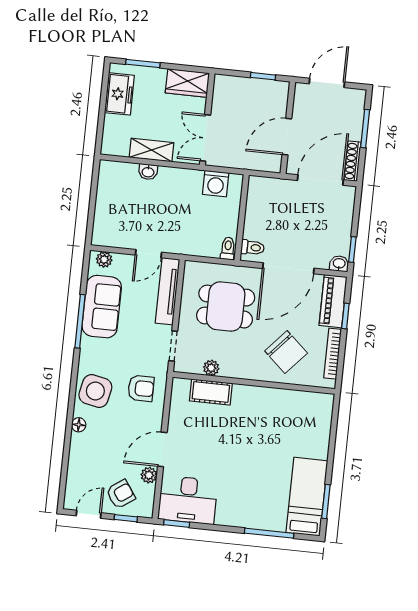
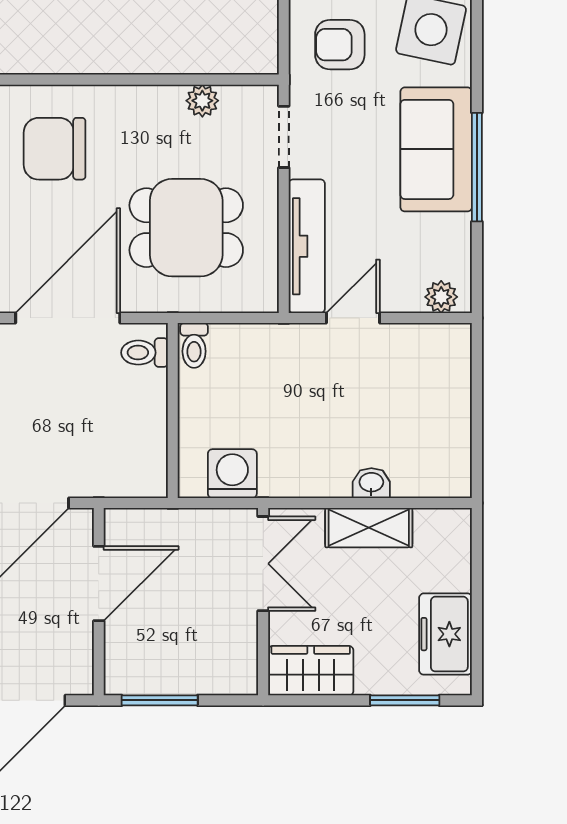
window: (263, 76) -> (160, 700), width x1.50
sofa: (102, 307) -> (436, 149), moved
chair: (286, 352) -> (55, 149), turned -42
cot: (211, 392) -> (198, 52), removed

